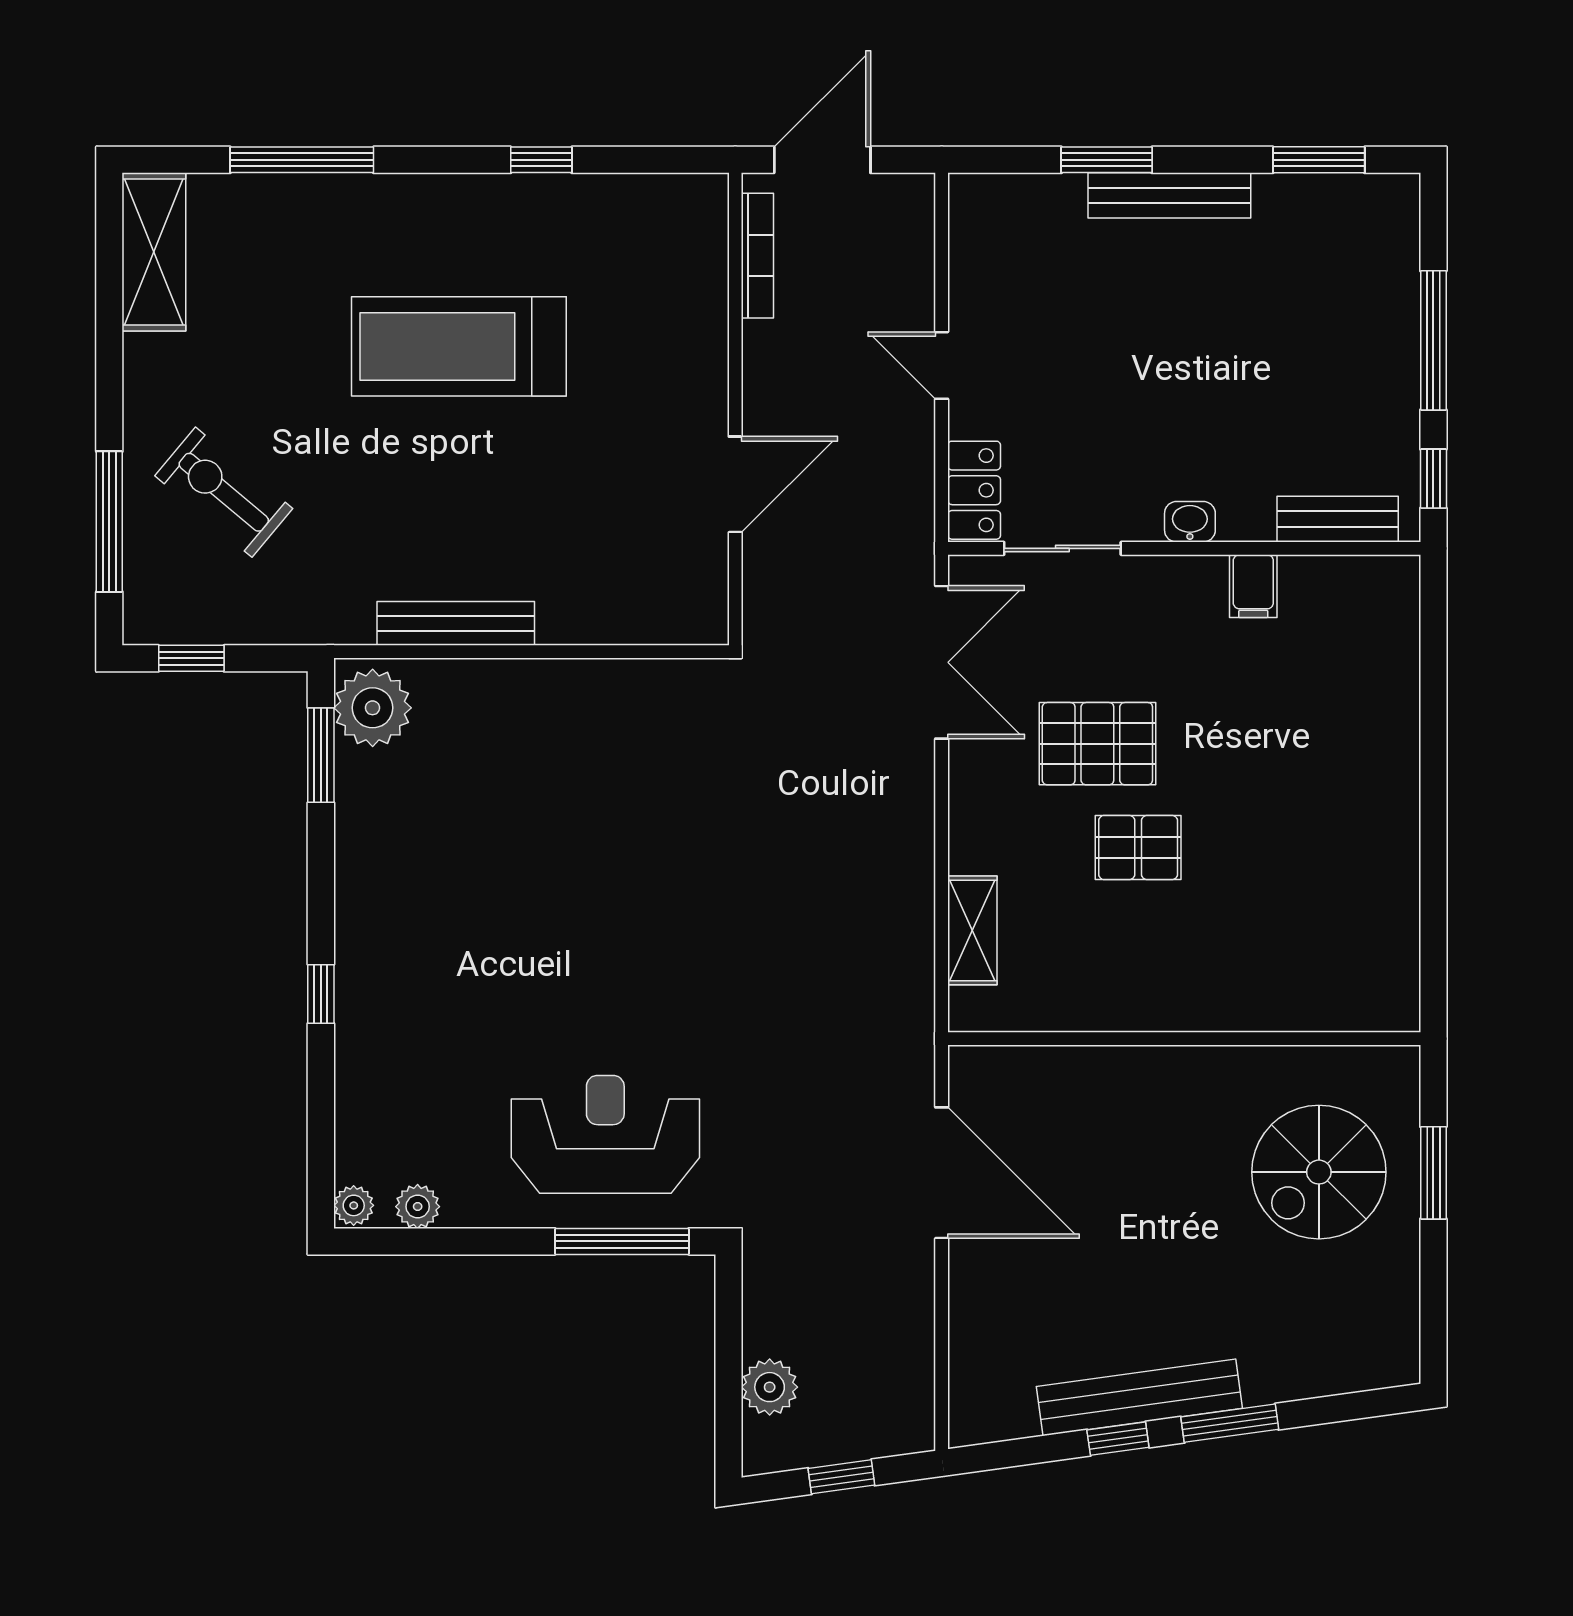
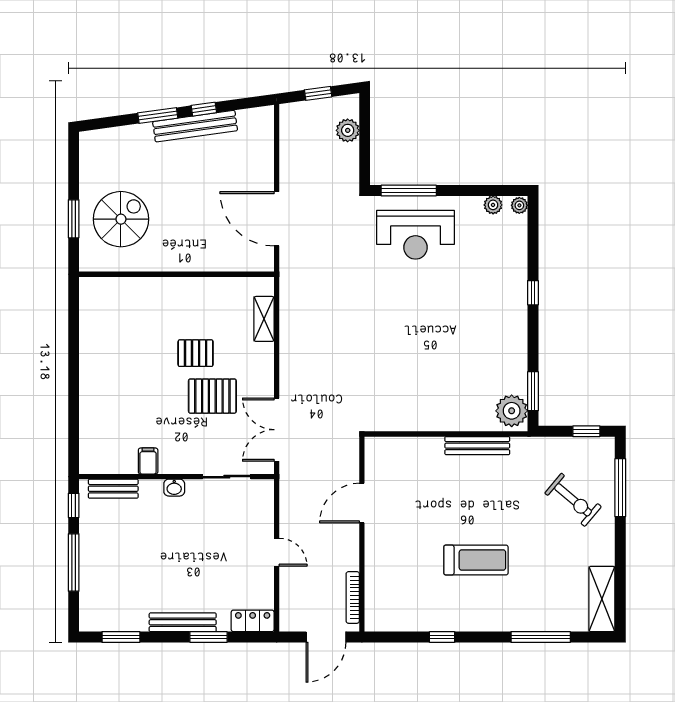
treadmill: (459, 346) -> (476, 560), width x0.73, depth x0.73
locker: (974, 490) -> (253, 621), moved, turned 90

